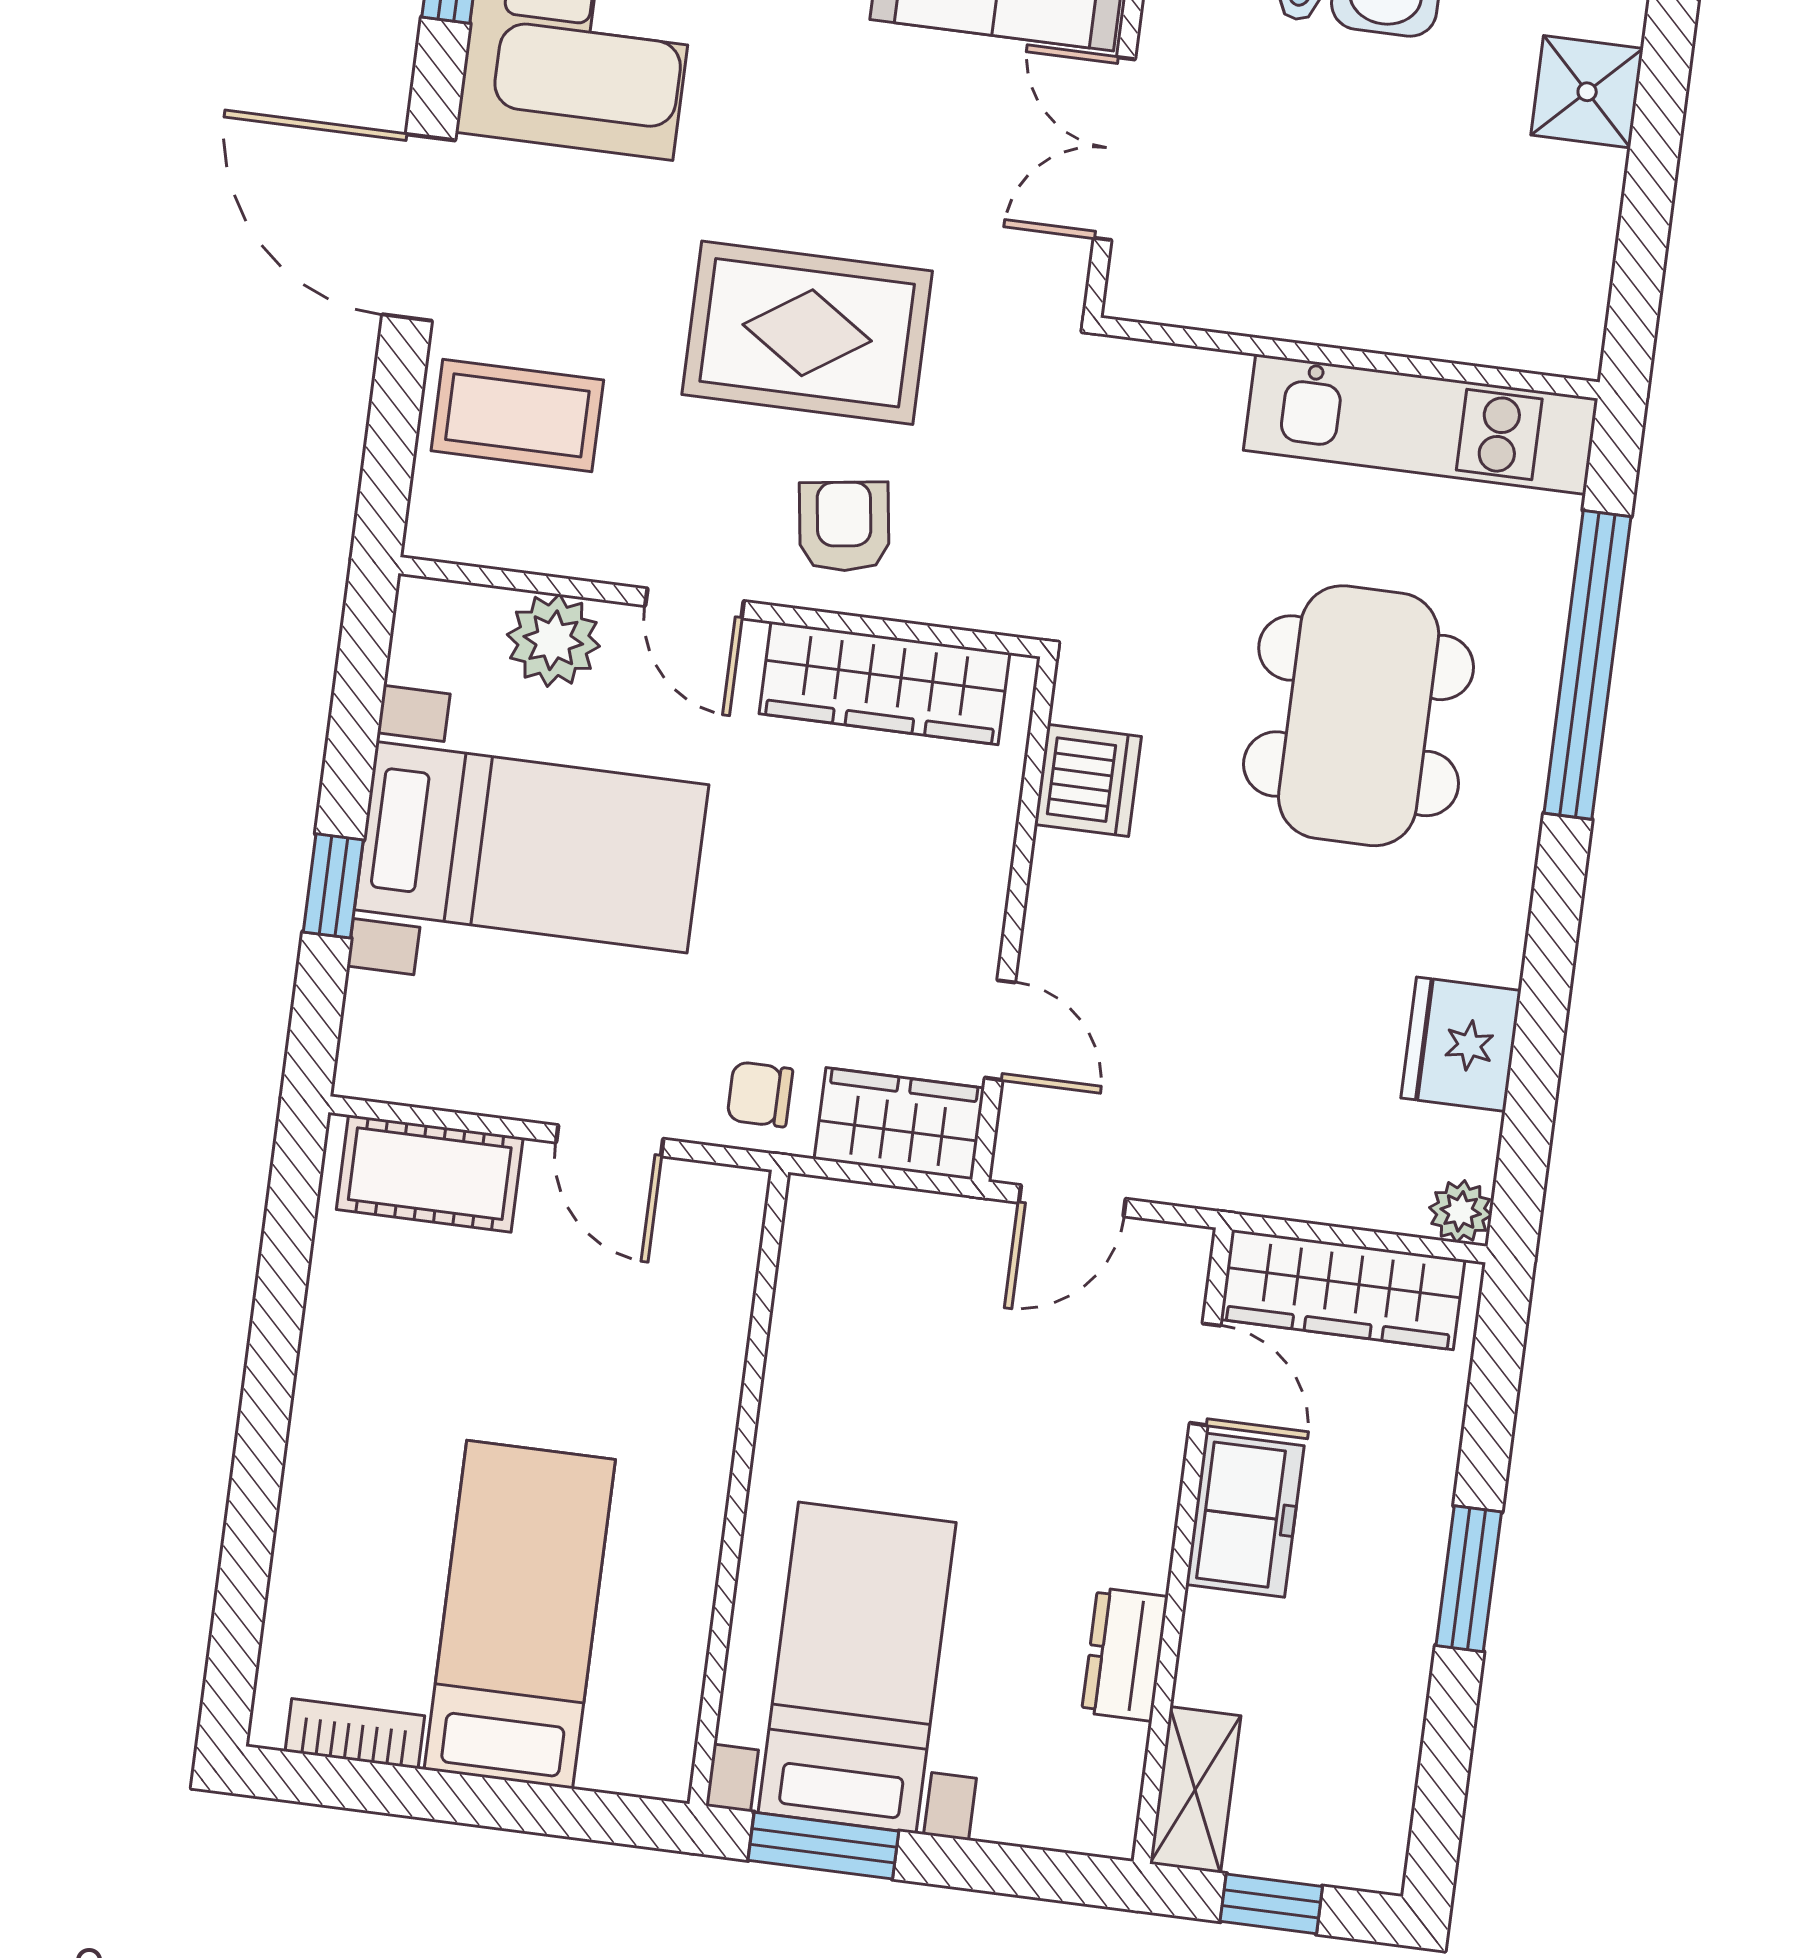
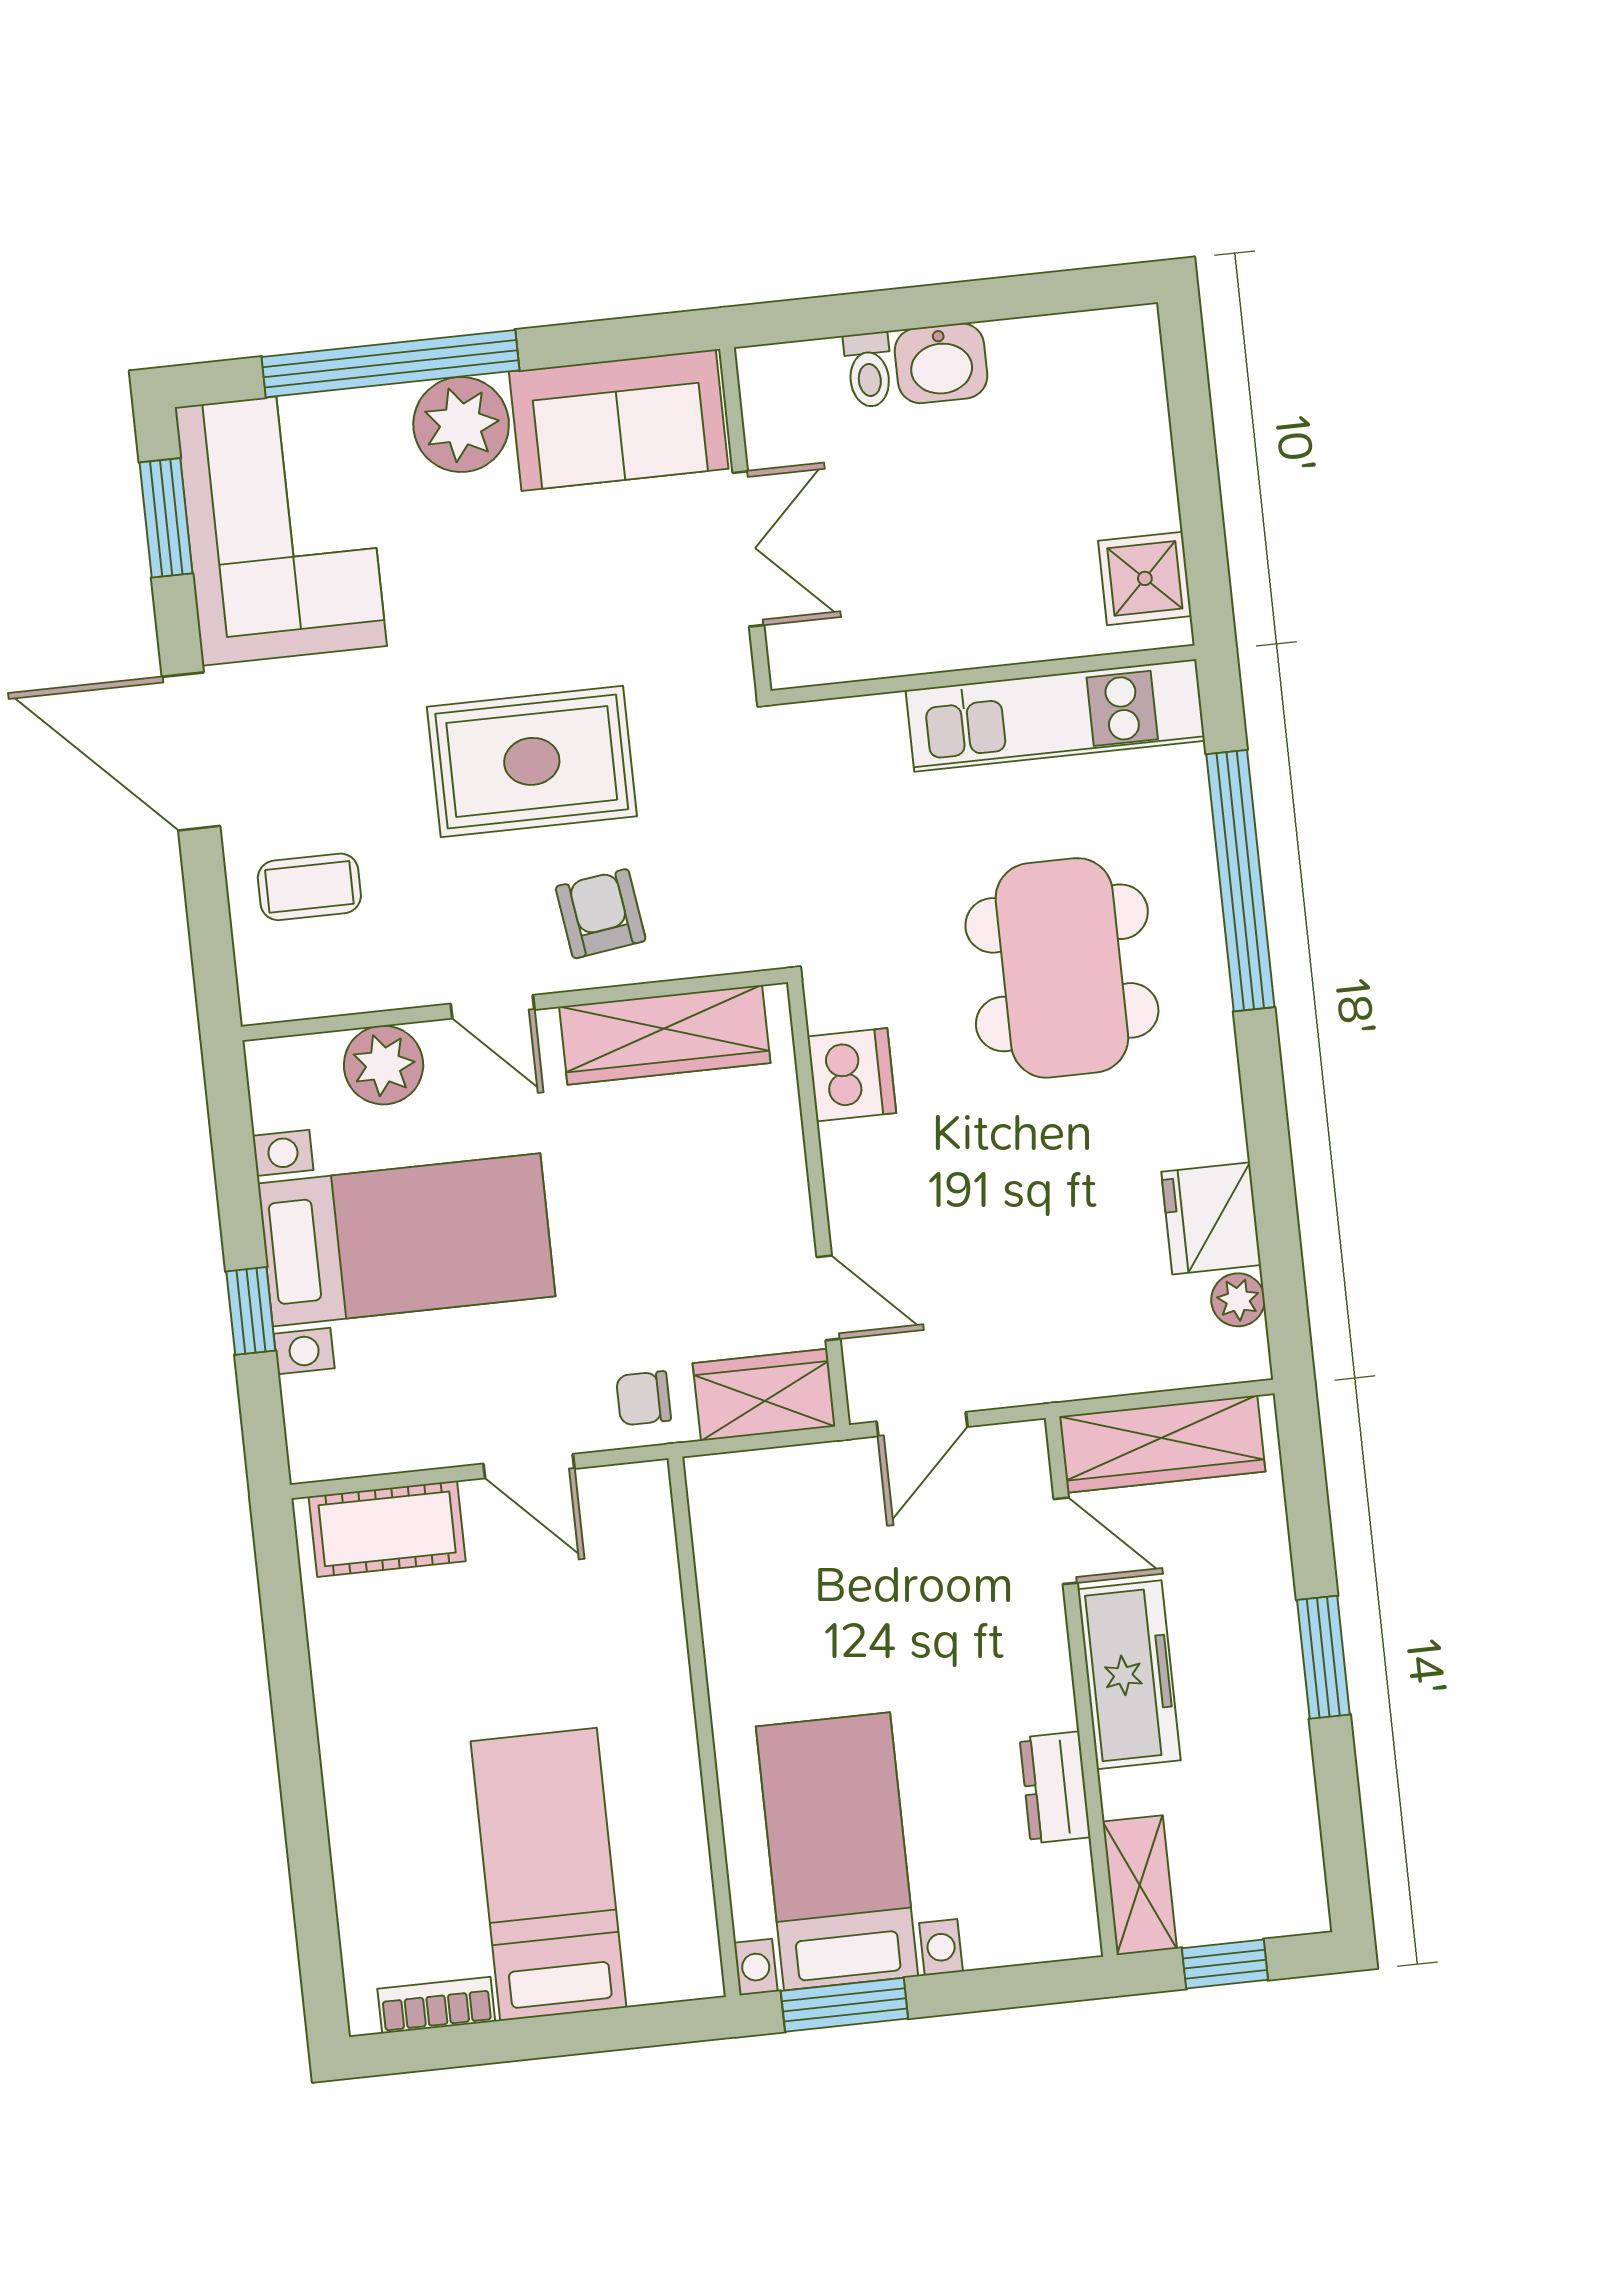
shower: (1587, 92) -> (1145, 578), moved
double door: (1114, 149) -> (748, 549), swing flipped
coffee table: (517, 415) -> (309, 887), width x0.73, depth x0.77
plant: (1461, 1211) -> (1238, 1300), moved
freezer: (1245, 1515) -> (1129, 1675), width x1.40

